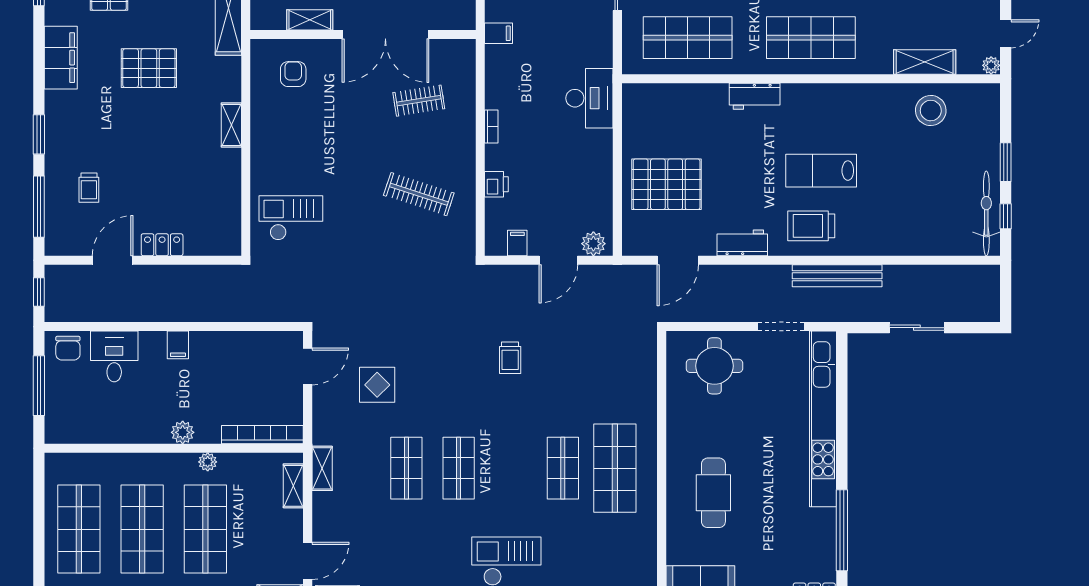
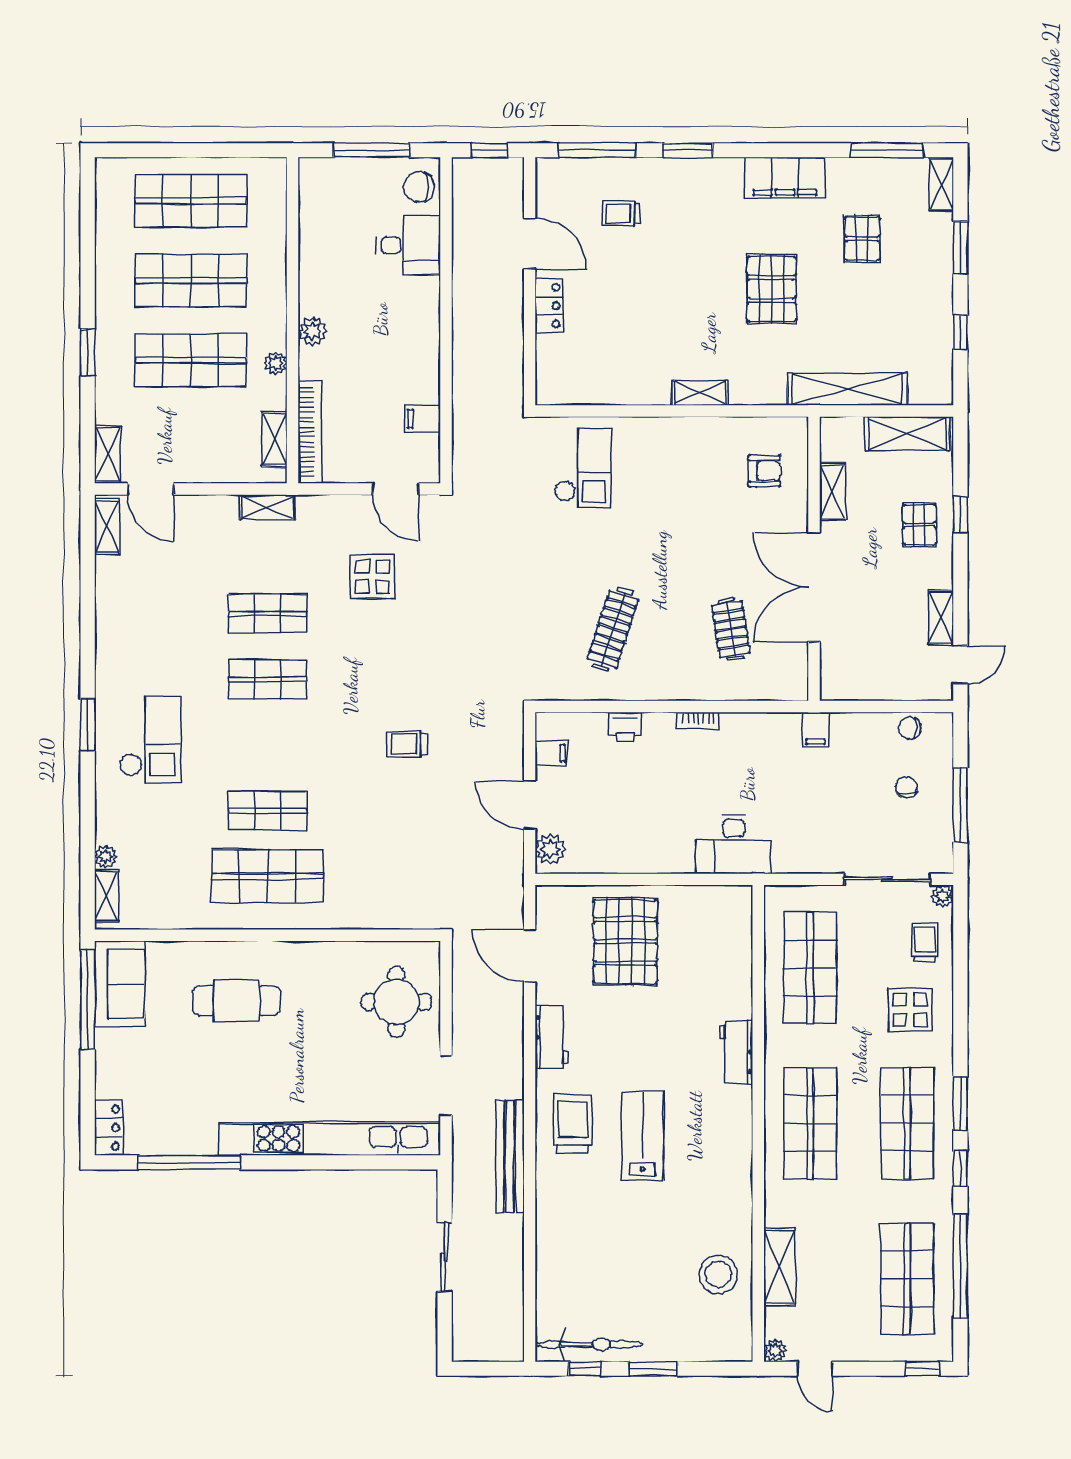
filing cabinet: (178, 345) -> (423, 419), moved
shelving: (293, 486) -> (275, 439), moved, turned 90

